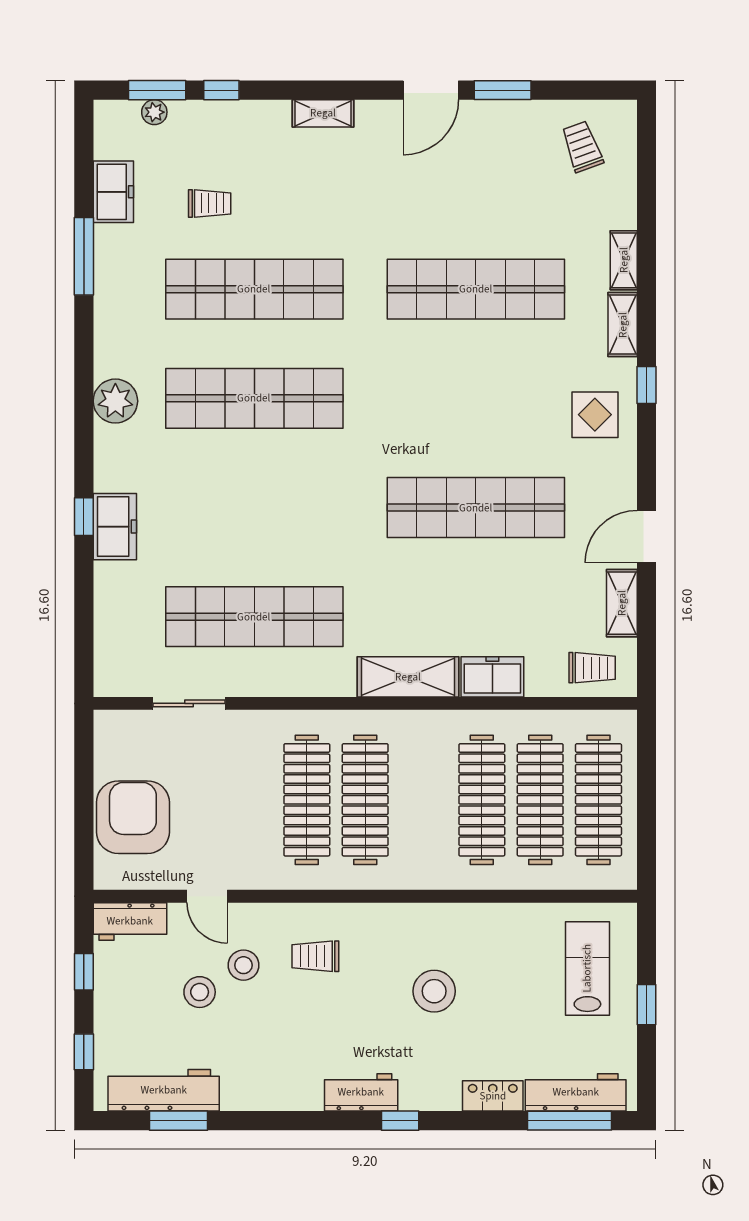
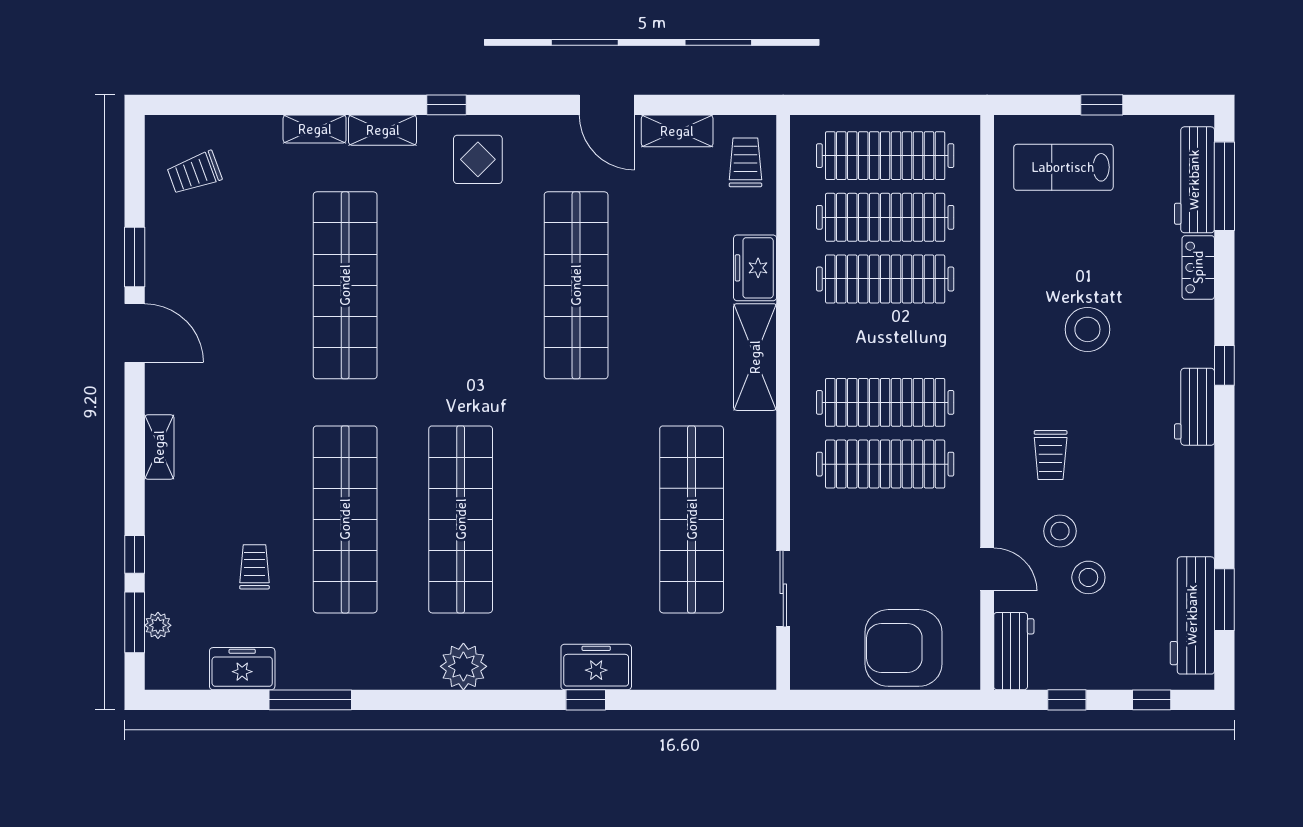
door: (207, 896) -> (987, 569), hinge flipped

